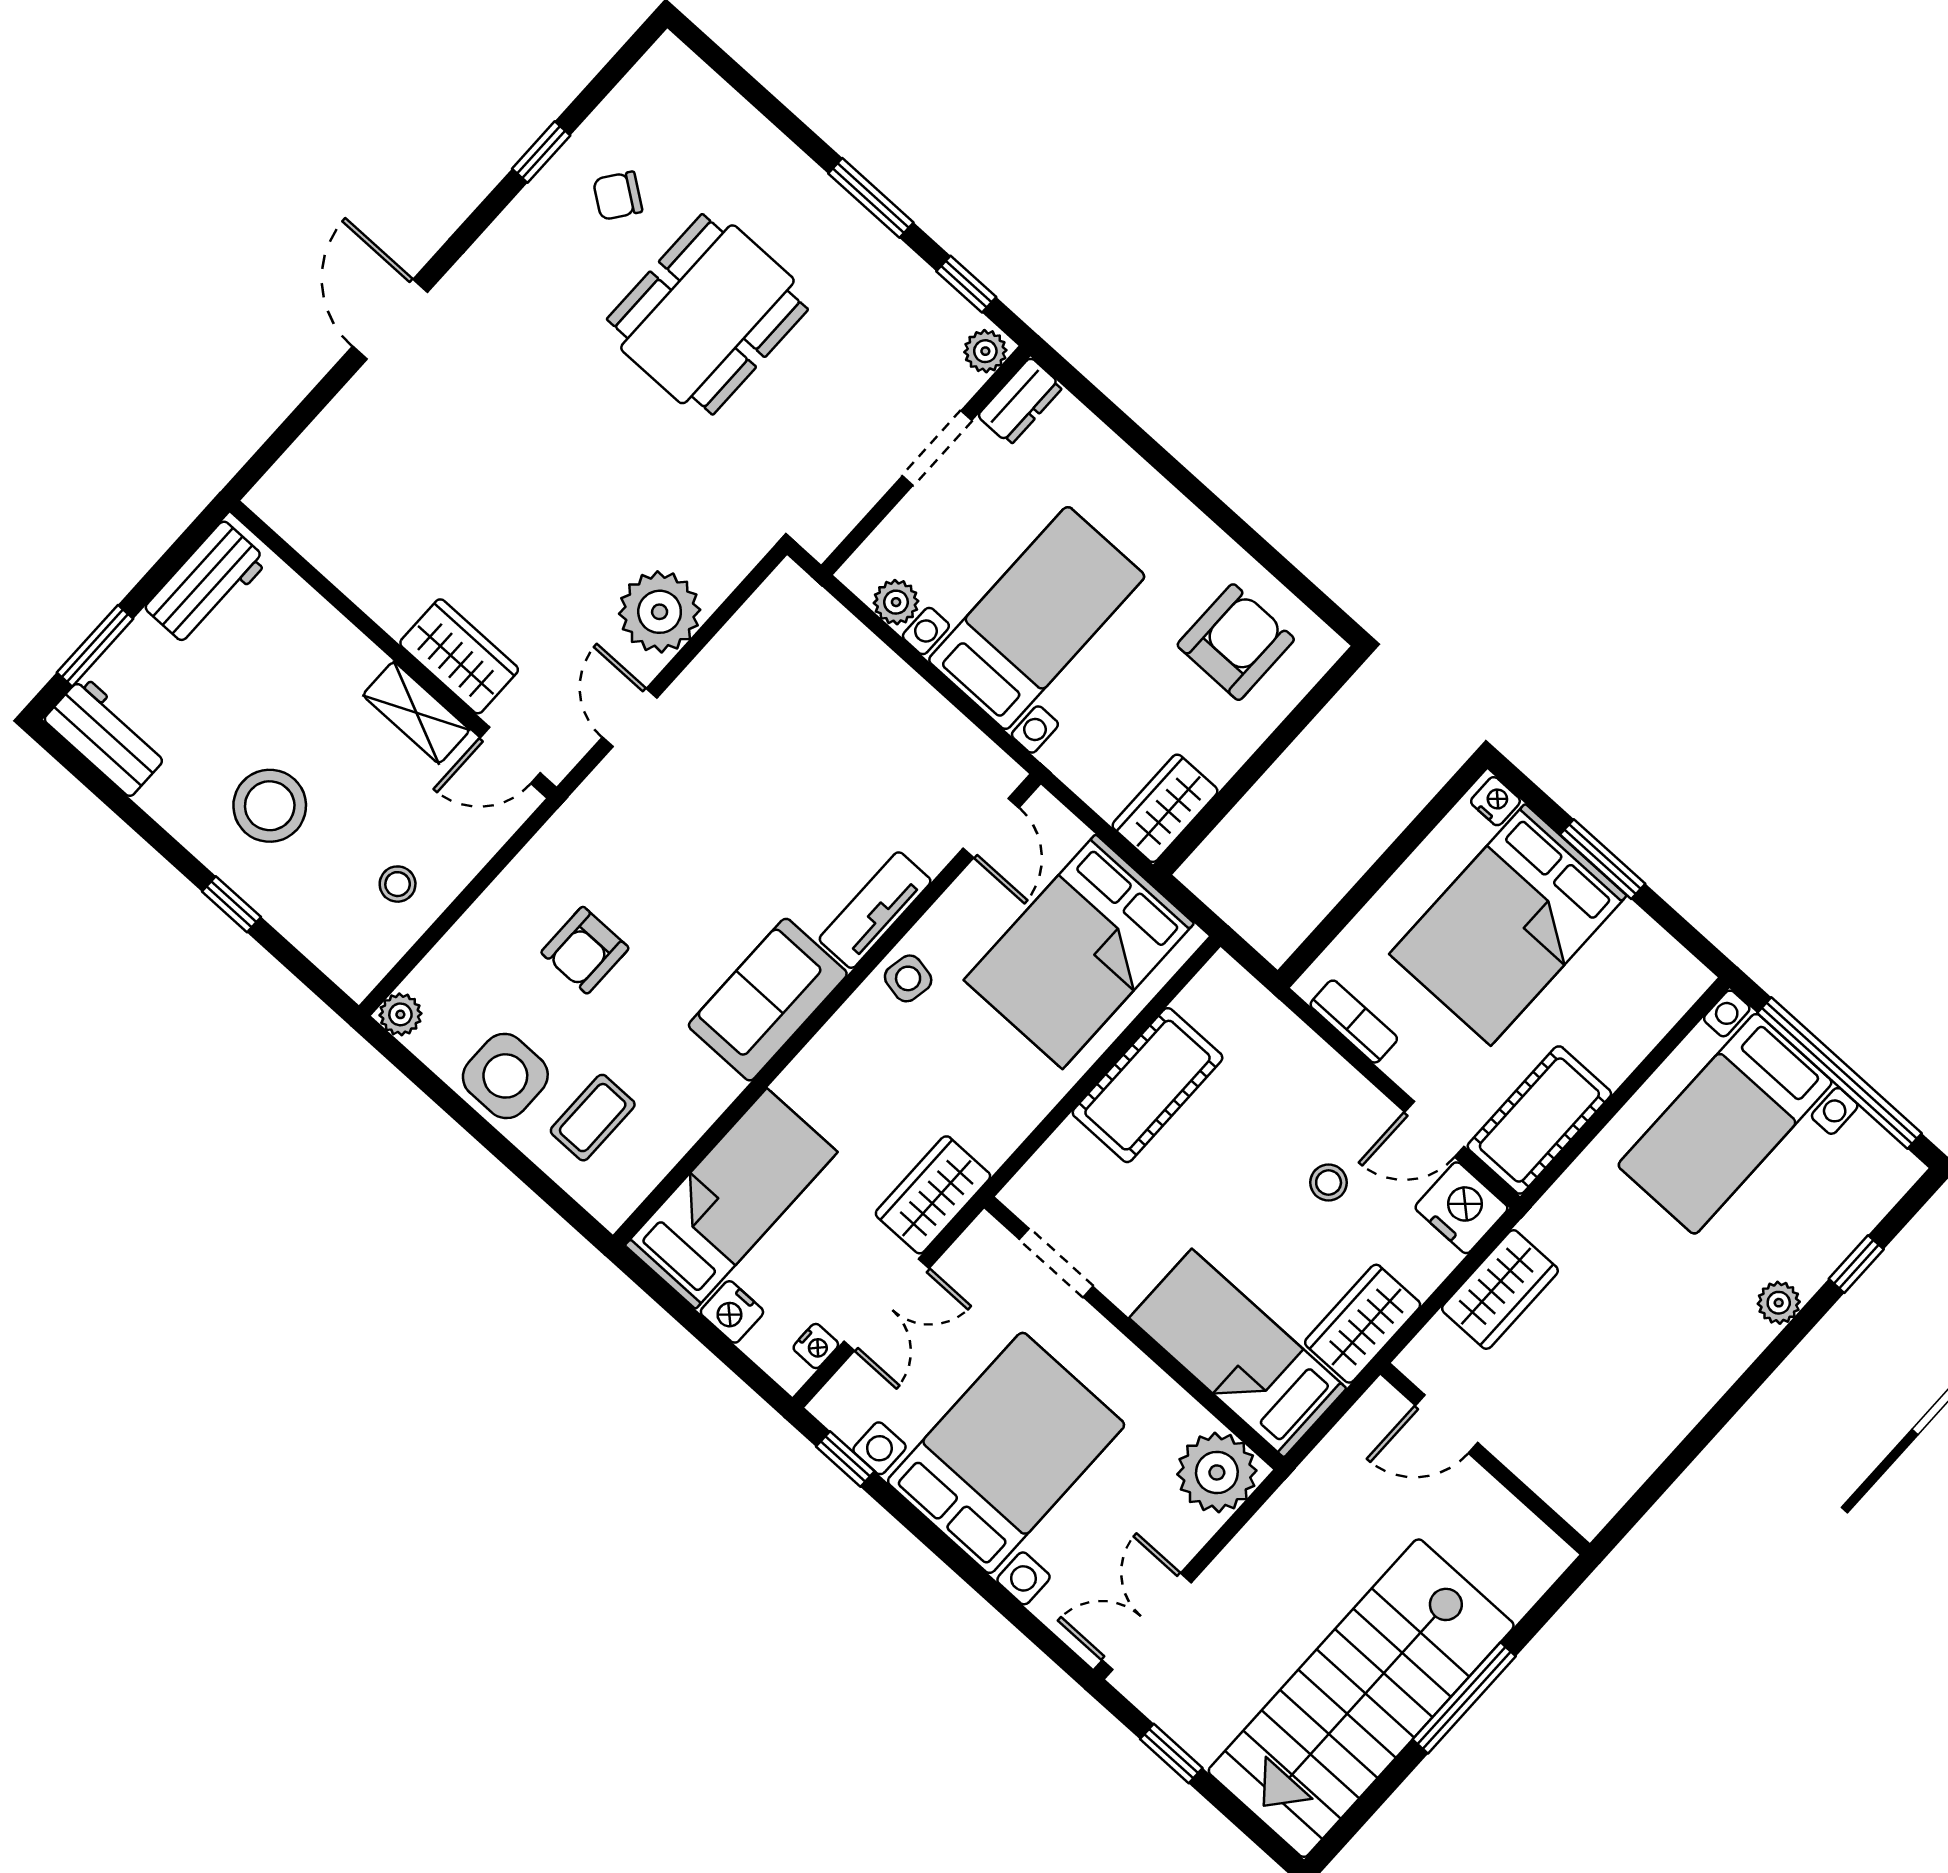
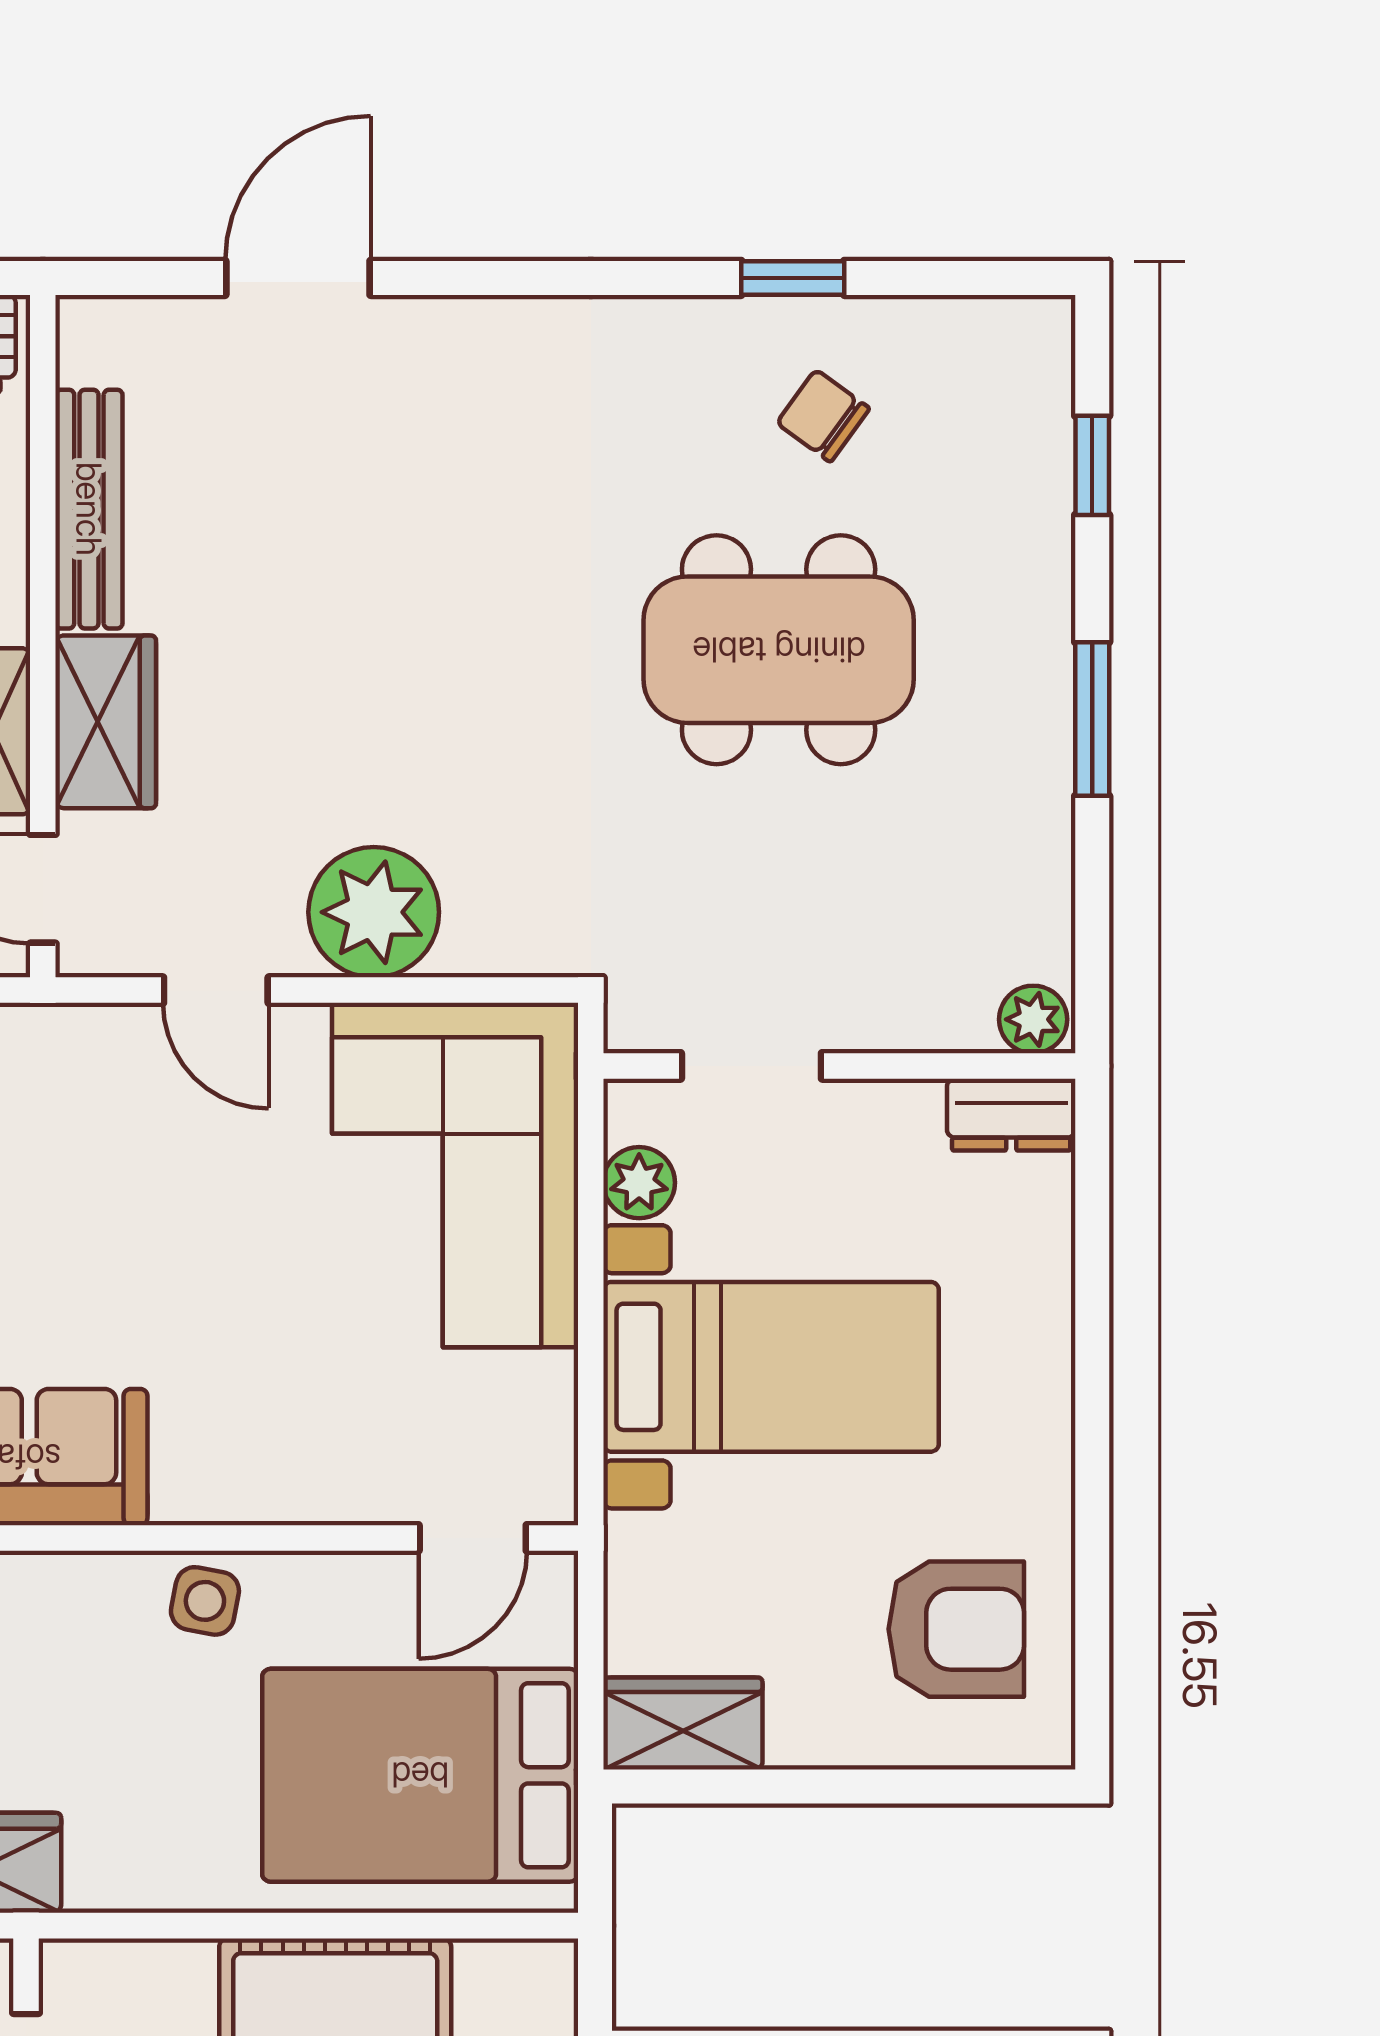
window: (966, 284) -> (1092, 465), moved
door: (390, 319) -> (298, 278), moved
doorway: (937, 448) -> (751, 1066), moved
bench: (354, 575) -> (89, 509), added
corner sofa: (815, 684) -> (455, 1175), added
door: (630, 718) -> (216, 990), swing flipped
tv unit: (875, 910) -> (251, 1488), removed

